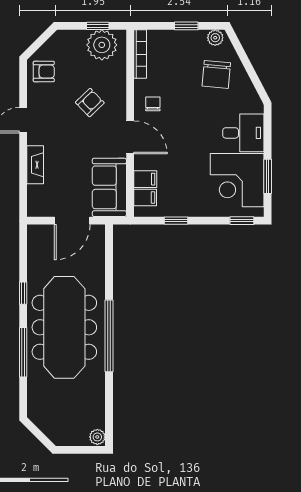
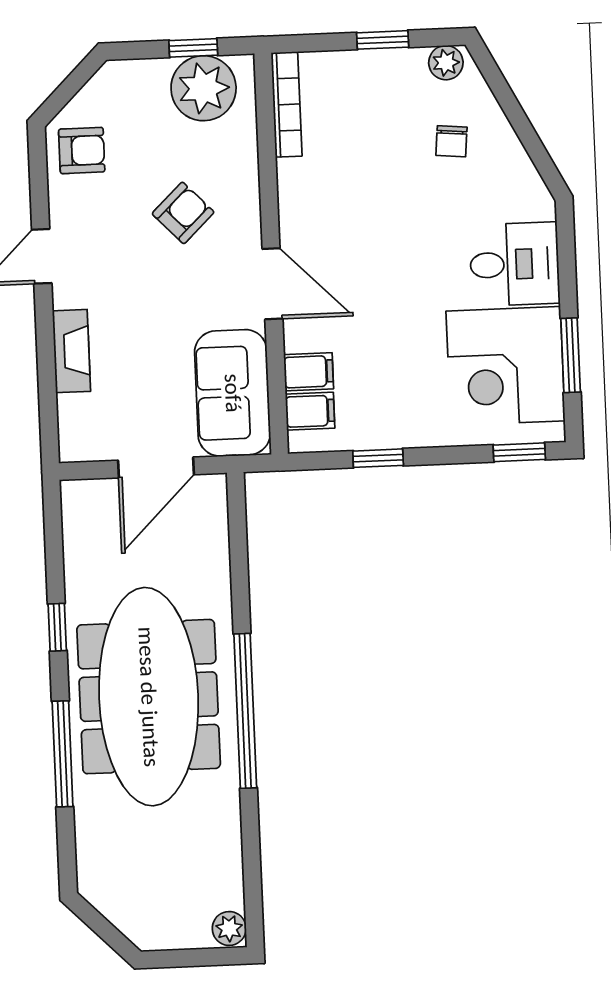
chair: (216, 74) -> (451, 141), width x0.54, depth x0.54
chair: (153, 104) -> (318, 210), removed

